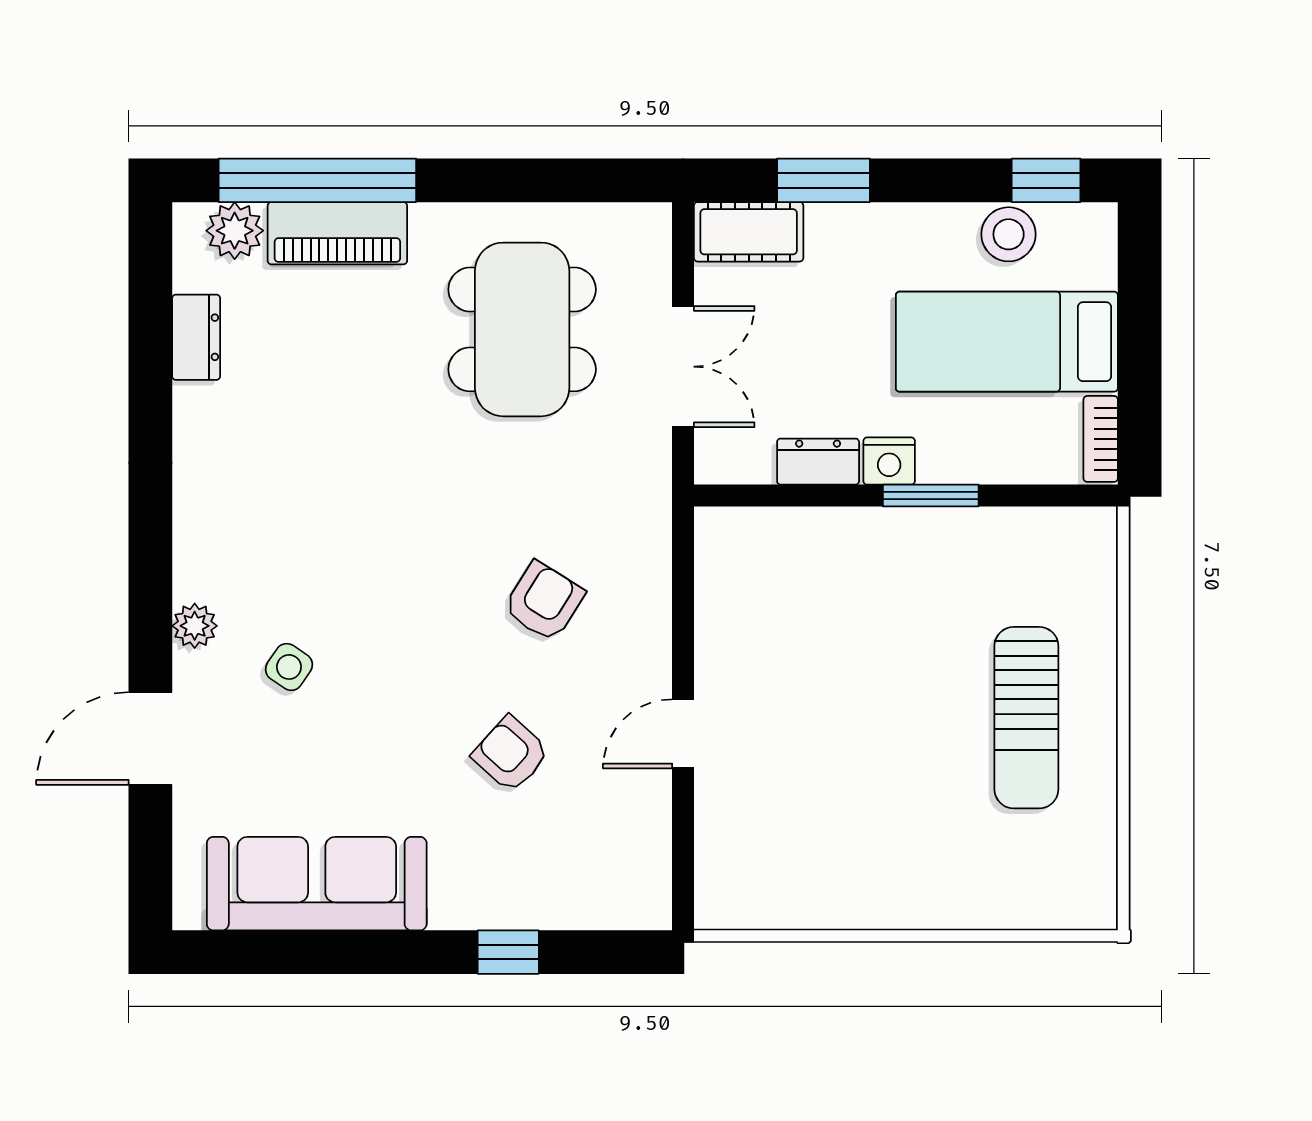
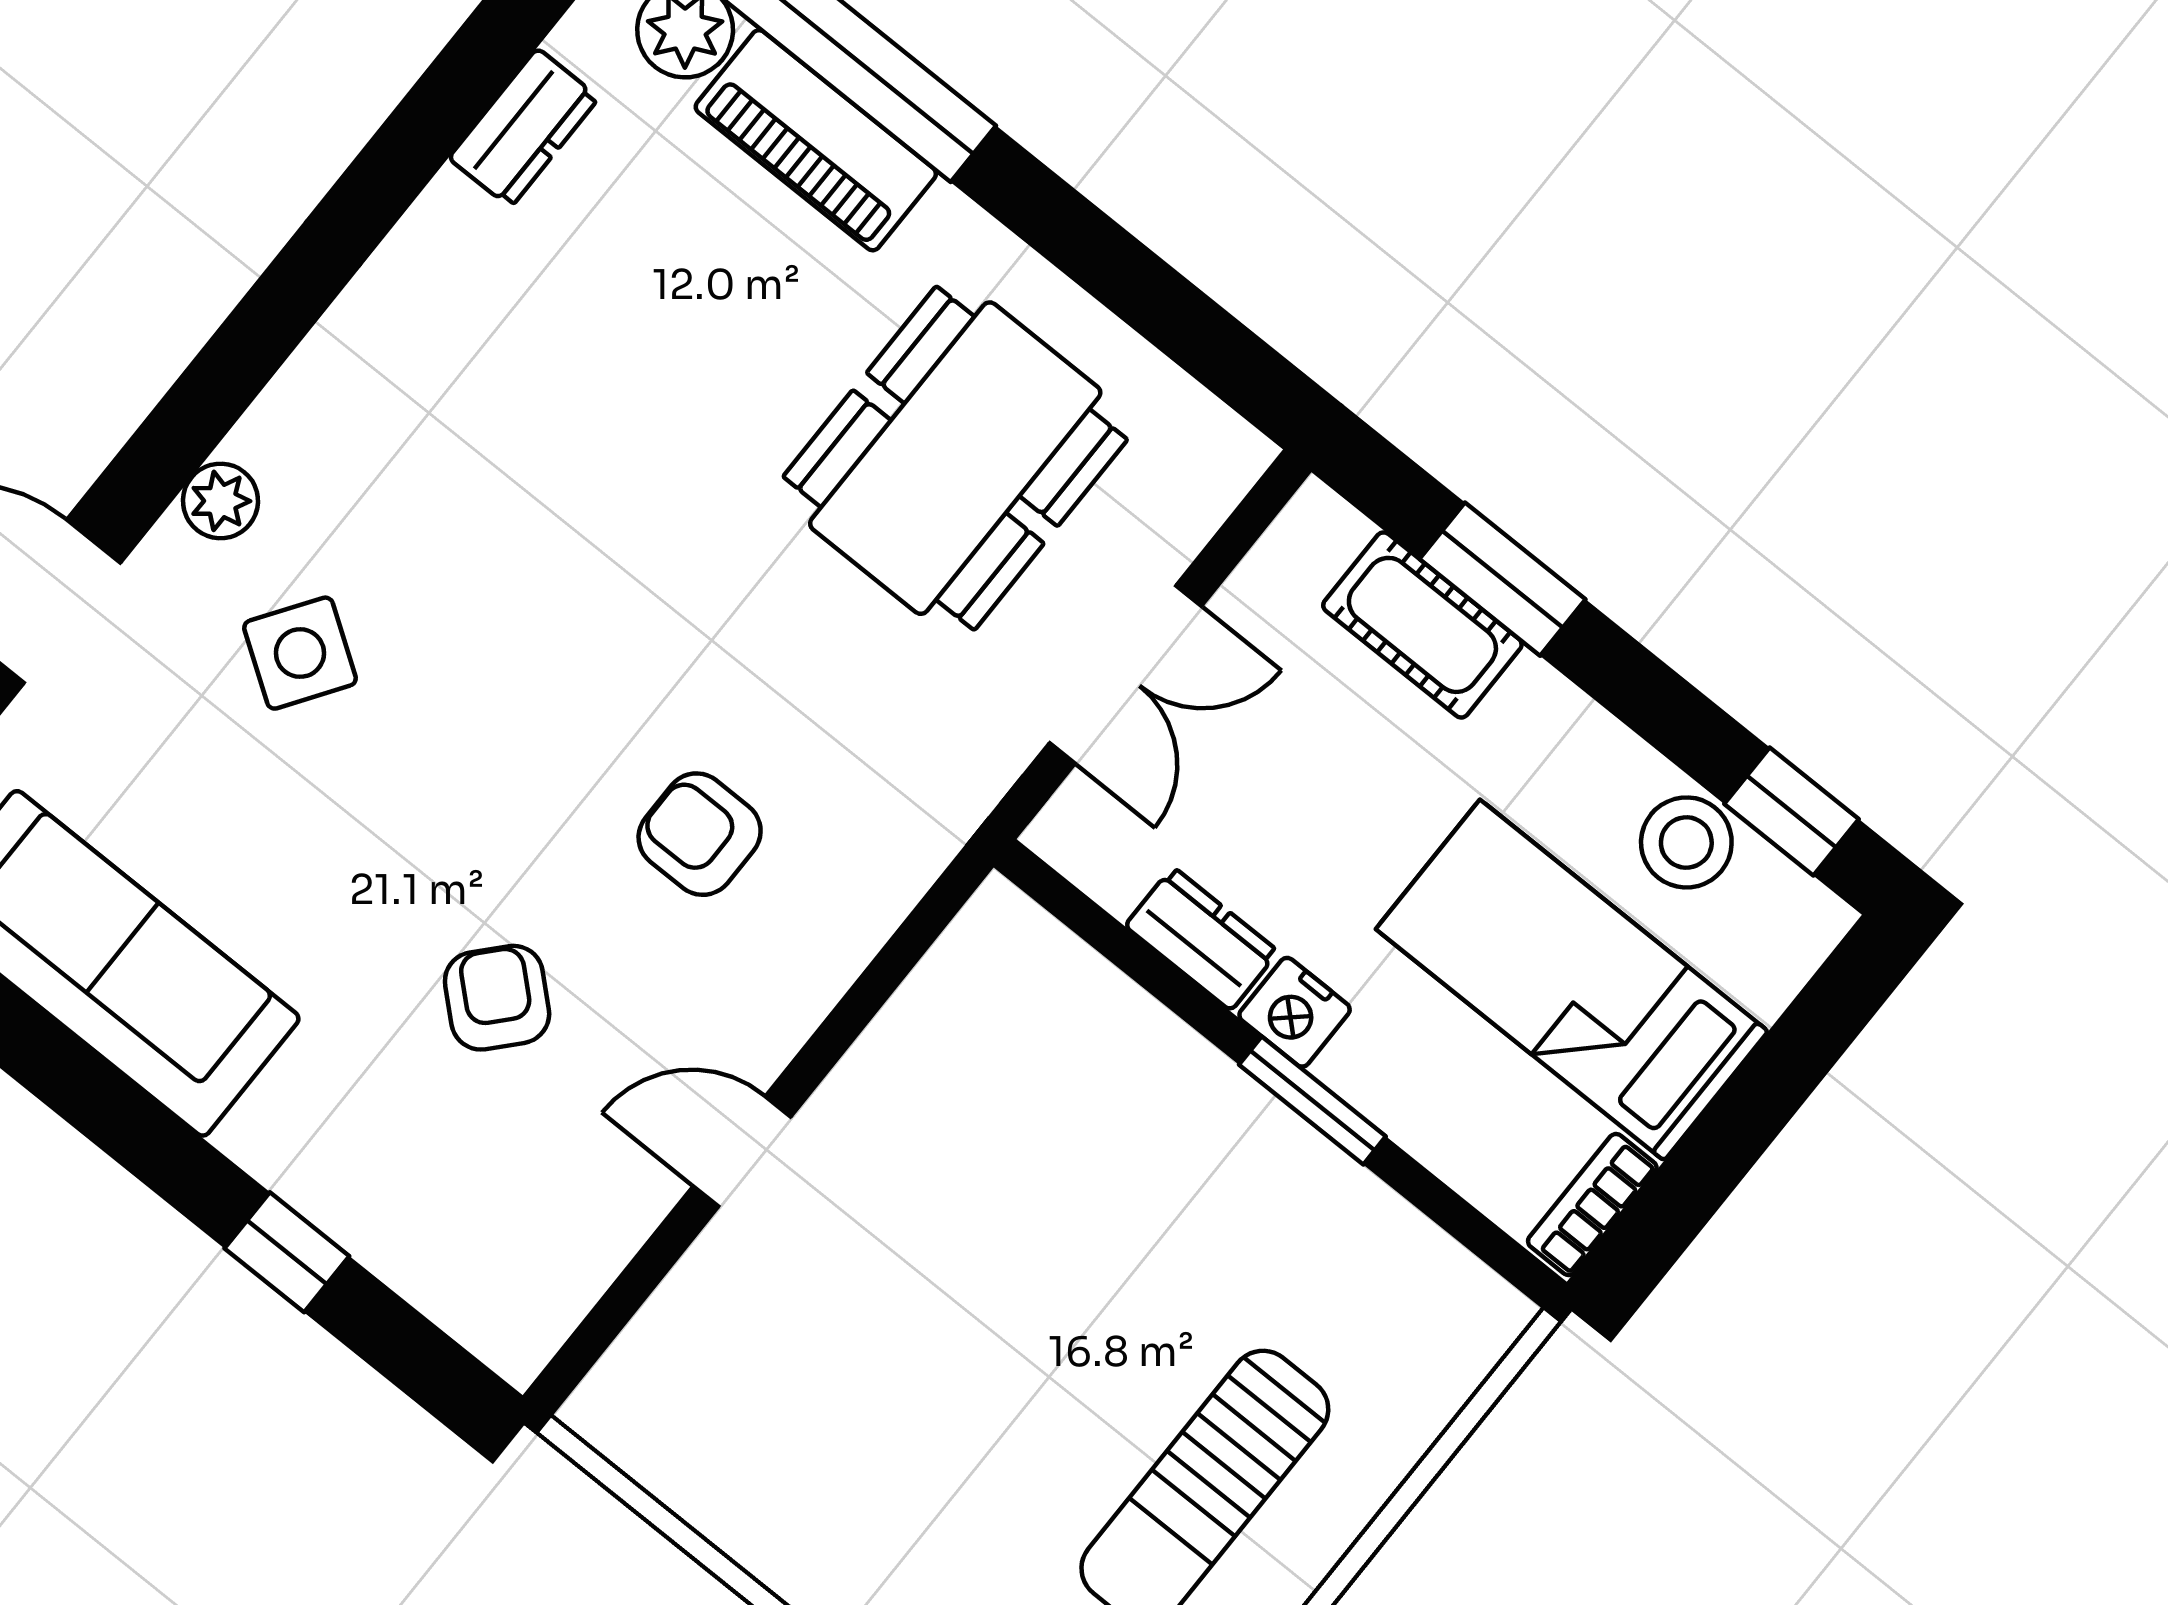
cot: (749, 232) -> (1422, 625), moved
armchair: (544, 601) -> (700, 834), turned -122
side table: (289, 667) -> (300, 653), width x1.37, depth x1.37

